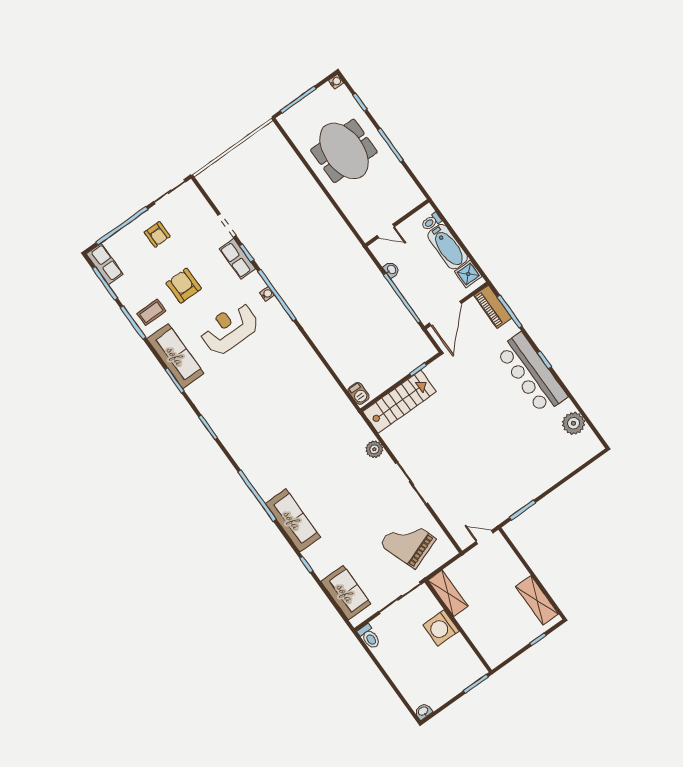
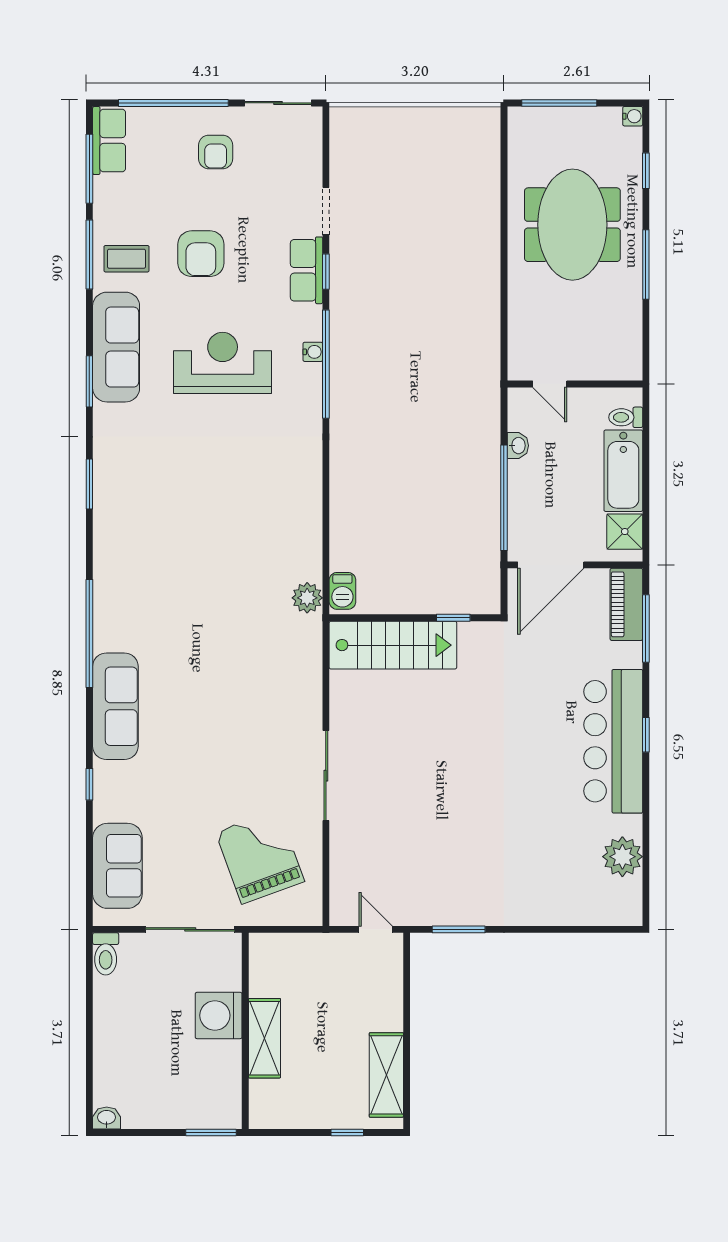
armchair: (184, 286) -> (201, 254), turned 180
plant: (374, 449) -> (307, 598), moved
shelving: (448, 593) -> (264, 1038), moved

